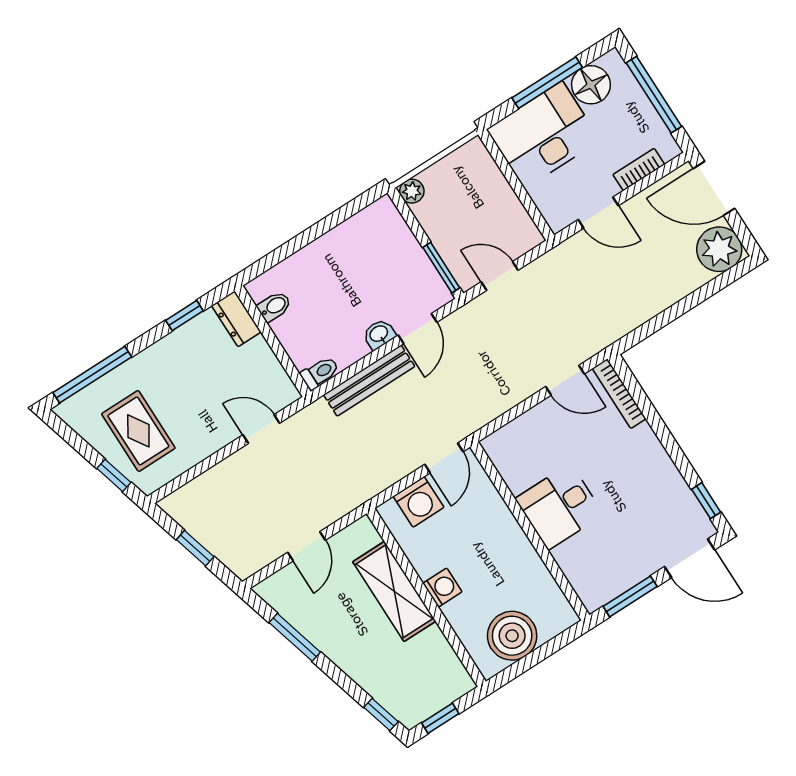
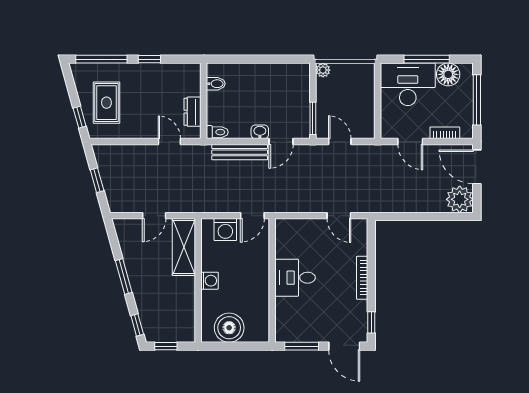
window: (184, 316) -> (149, 59), moved
dresser: (236, 319) -> (193, 112), moved
bookcase: (619, 394) -> (362, 278), moved
shelving: (394, 591) -> (184, 247), moved
window: (295, 637) -> (124, 276), moved

